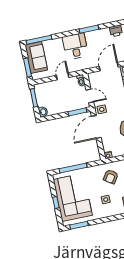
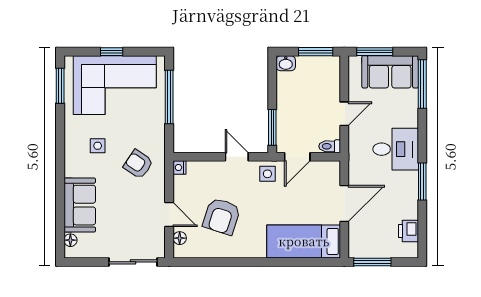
door: (109, 67) -> (344, 204), hinge flipped
door: (63, 76) -> (344, 114), hinge flipped
door: (96, 127) -> (237, 157), width x0.53

